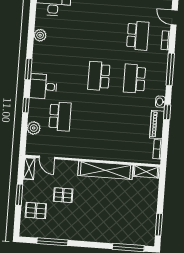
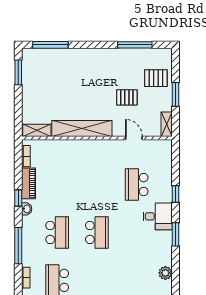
plant: (34, 128) -> (165, 170), removed
door: (47, 157) -> (134, 138), moved

